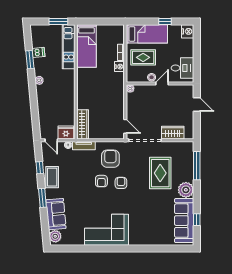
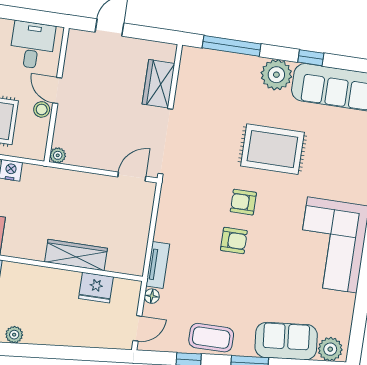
wardrobe: (83, 124) -> (76, 255), moved
fridge: (66, 133) -> (96, 288), moved, turned -90
armchair: (110, 159) -> (192, 216), removed
rug: (160, 173) -> (272, 149), moved
window: (197, 220) -> (311, 58), moved

